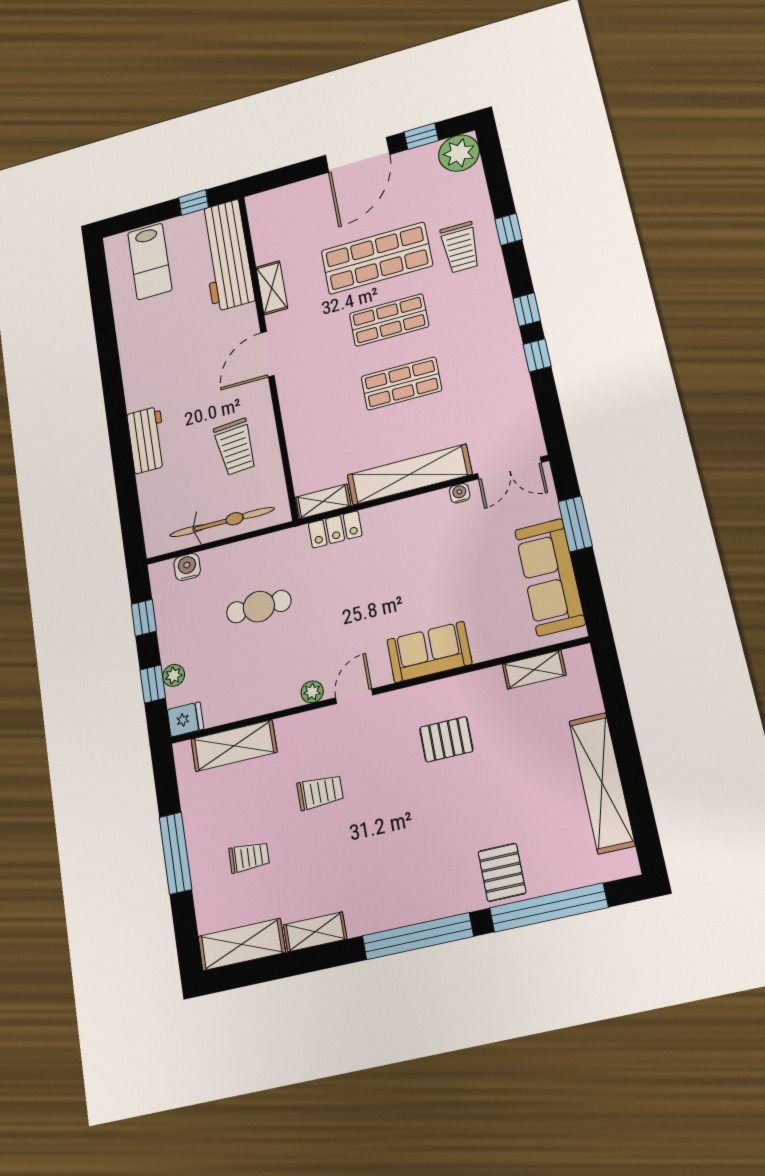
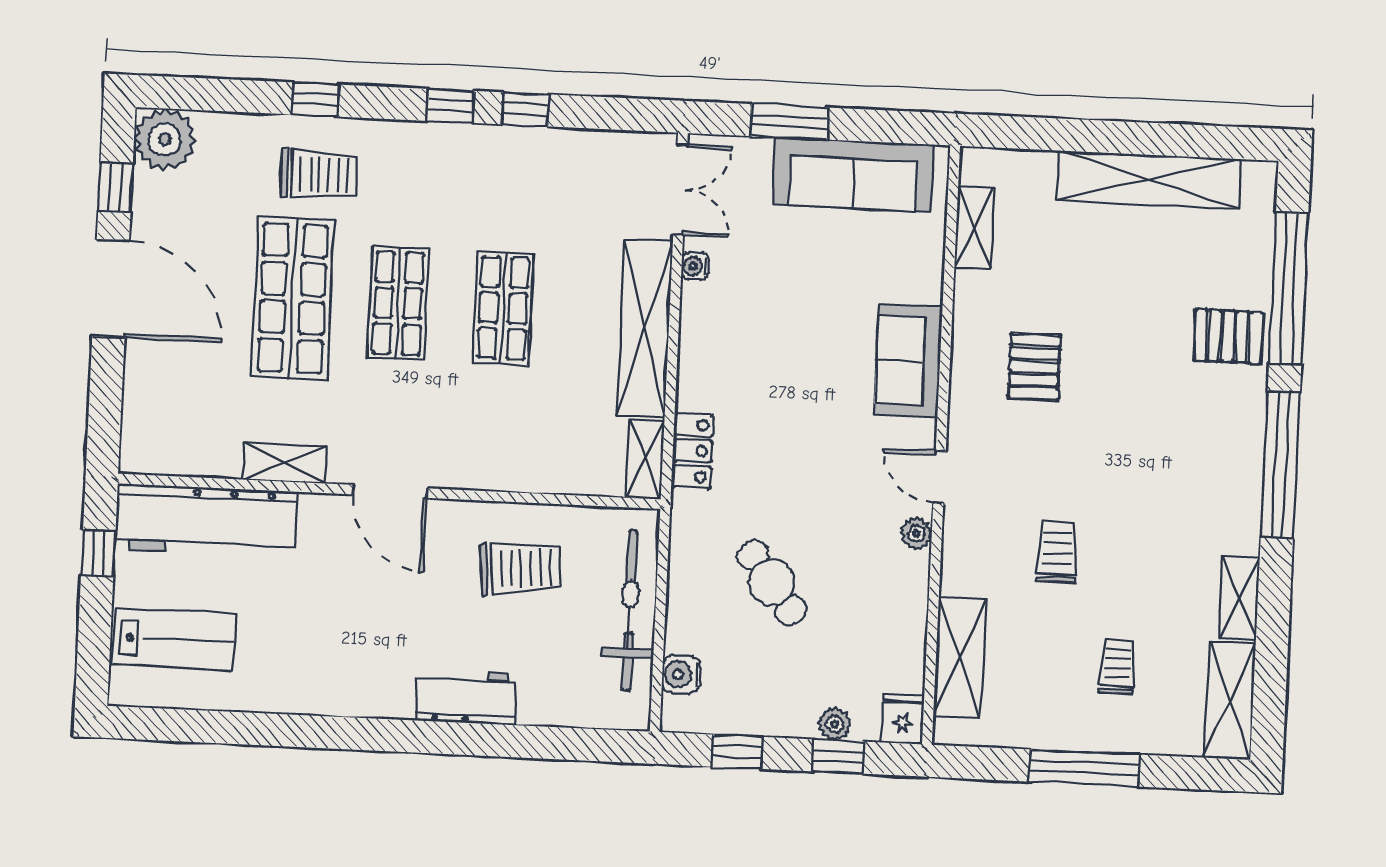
cafe table: (259, 607) -> (772, 583), turned -37

